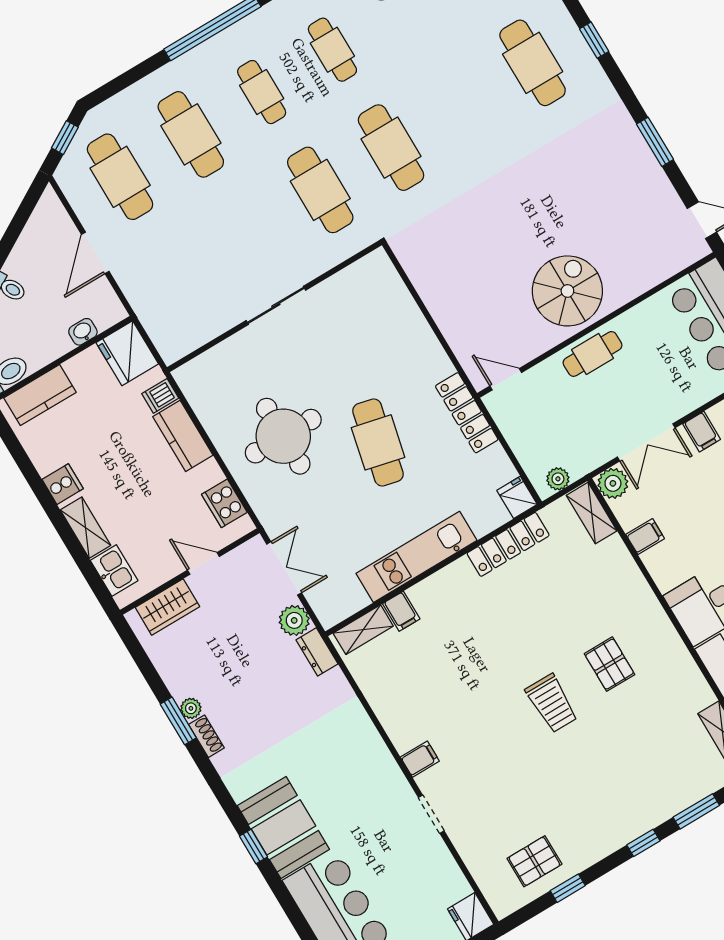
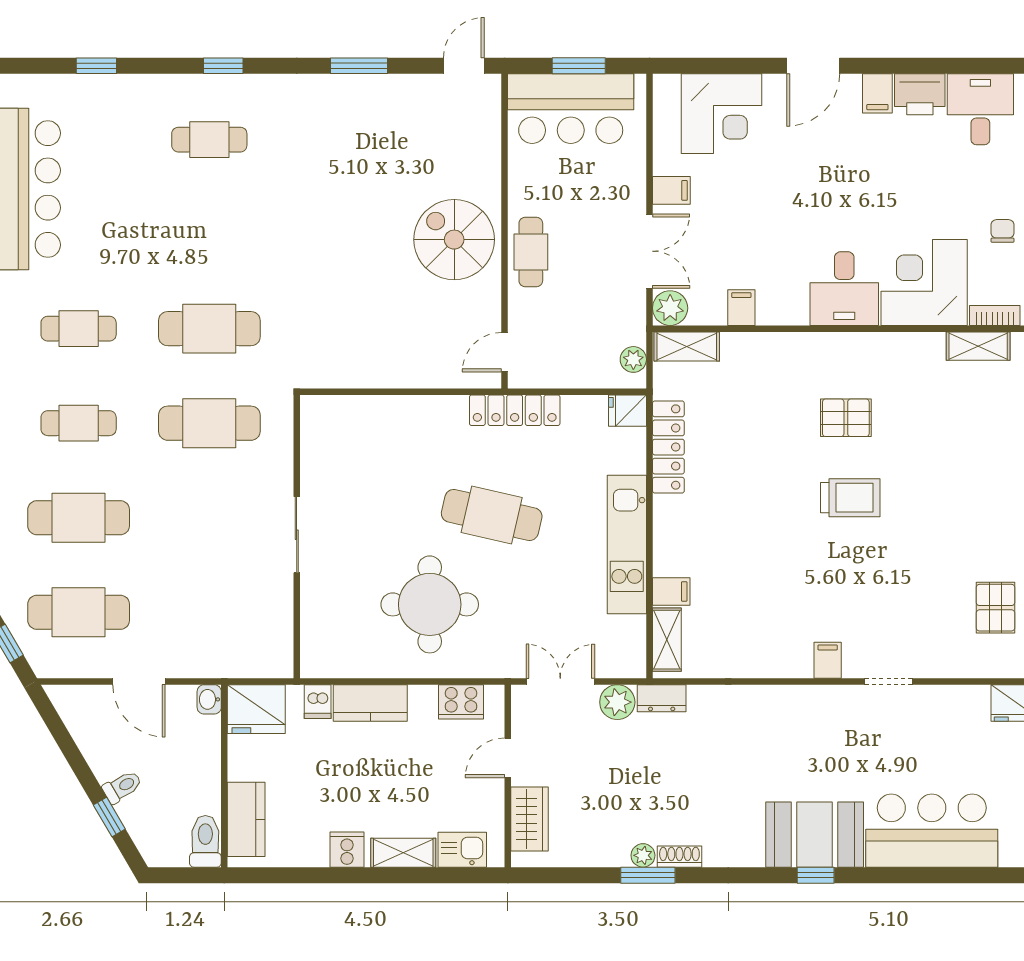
cafe table: (533, 63) -> (209, 140), width x0.73, depth x0.74
washbasin: (83, 332) -> (209, 699), moved

